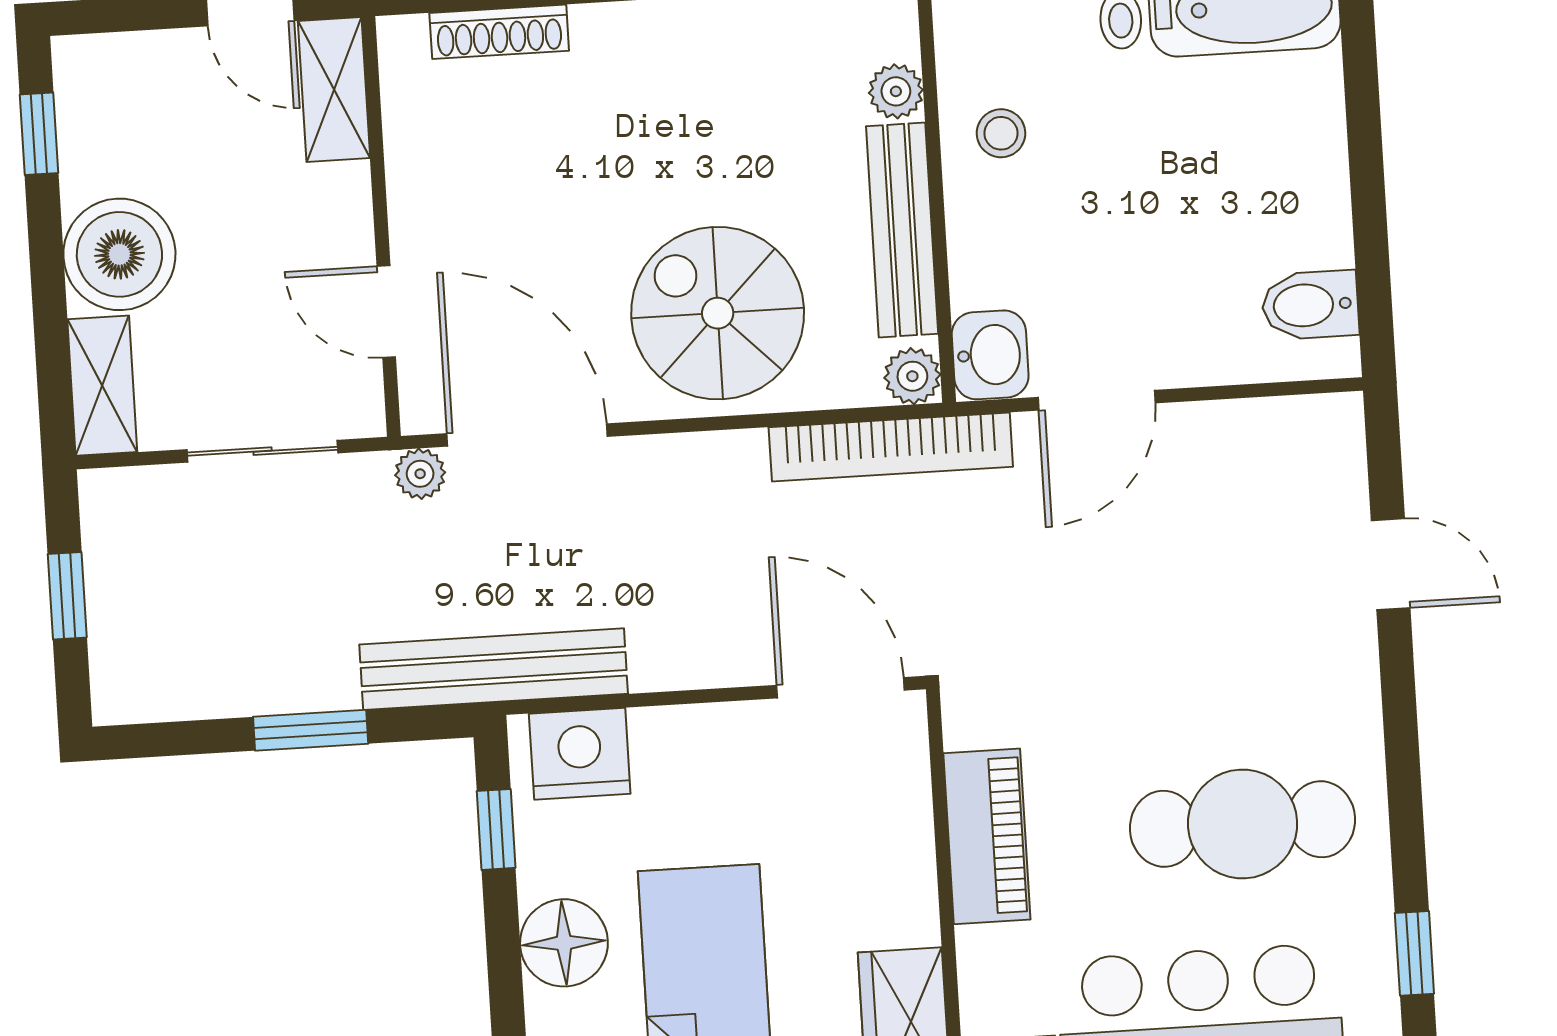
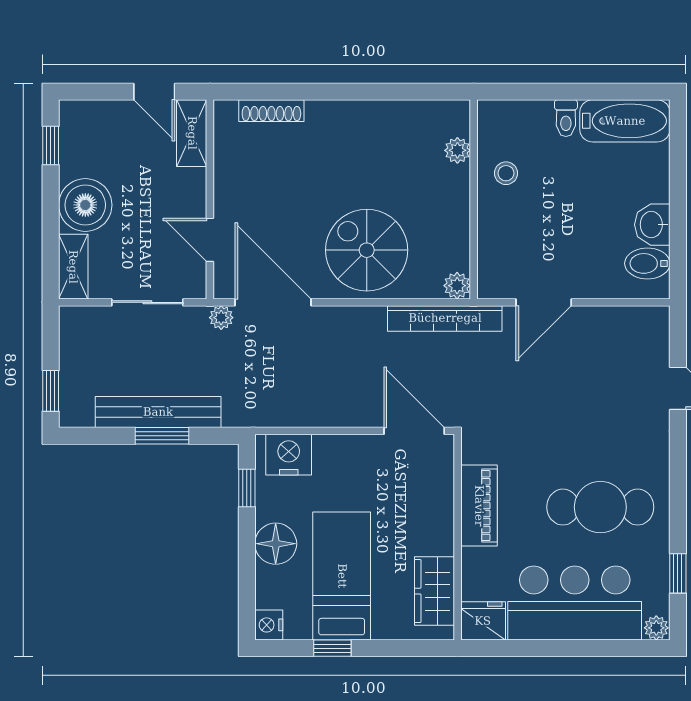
bench: (902, 230) -> (456, 216), removed
washbasin: (990, 355) -> (652, 225), moved, turned 180
window: (67, 596) -> (51, 391), moved
bench: (494, 669) -> (158, 412), moved

